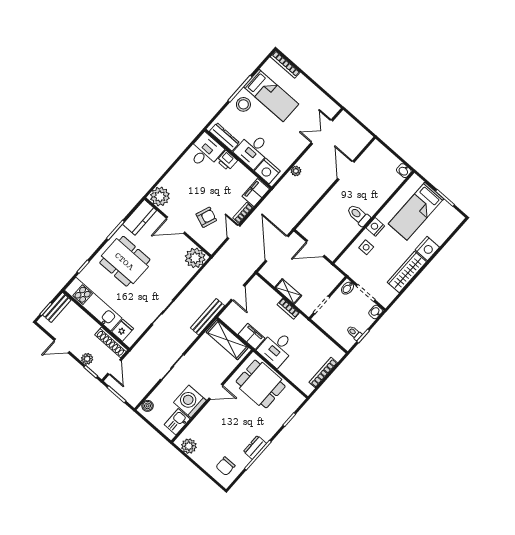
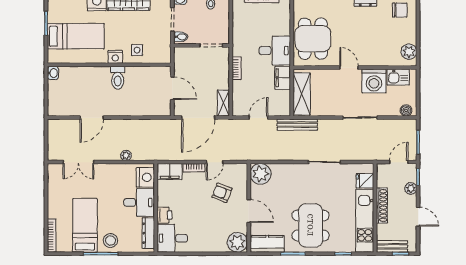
shelving: (288, 291) -> (223, 103), moved
shoe rack: (111, 342) -> (382, 206), moved

